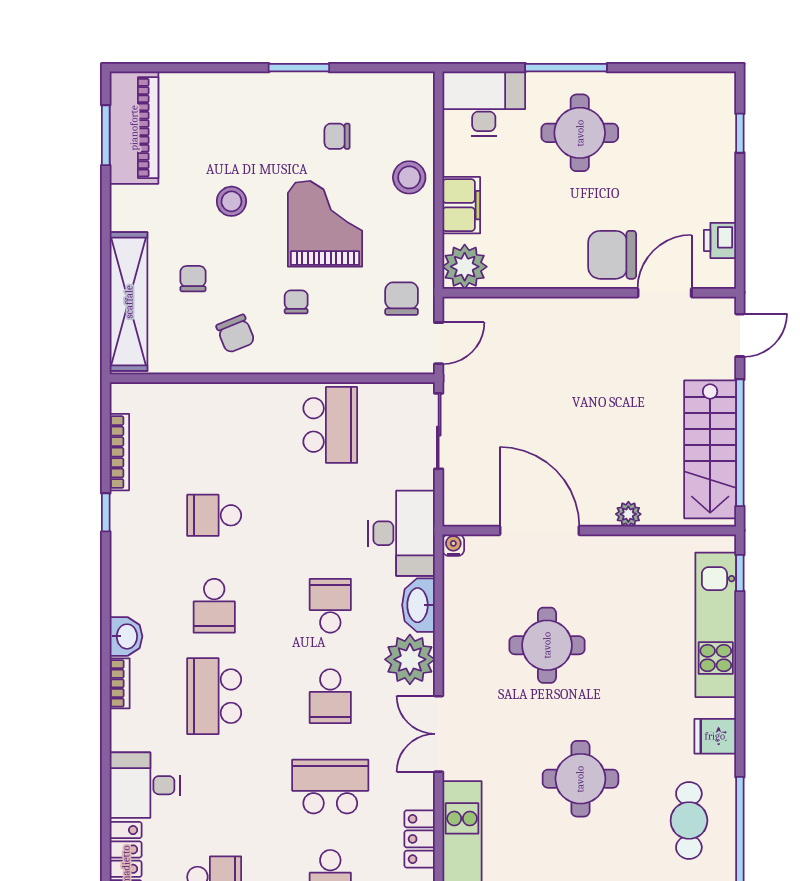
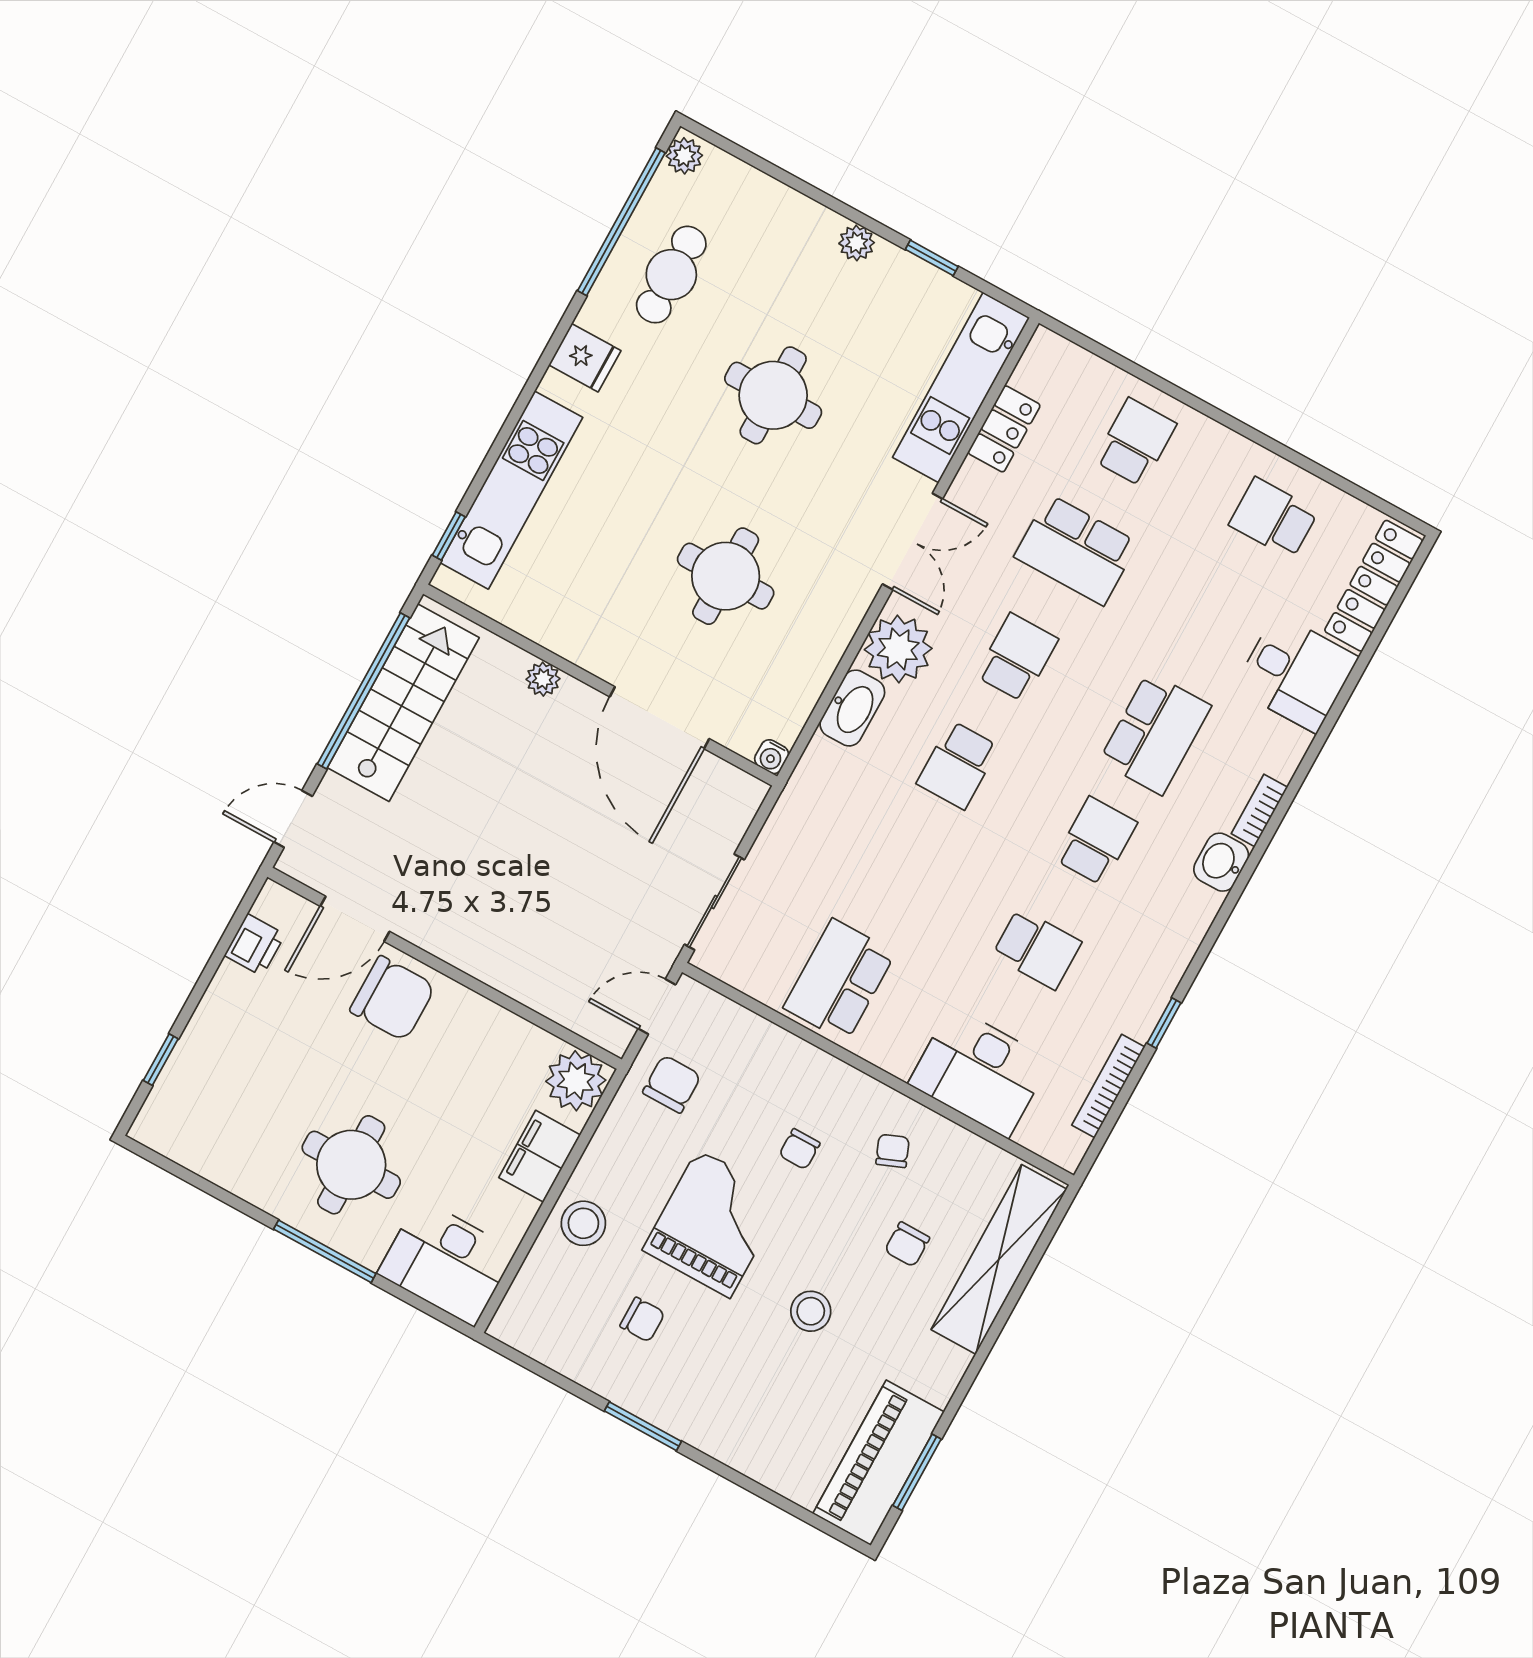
grand piano: (325, 224) -> (714, 1223), turned 180
chair: (402, 299) -> (672, 1084), turned 180
chair: (236, 334) -> (893, 1151), width x0.73, depth x0.73
desk: (401, 533) -> (980, 1072), moved, turned -90

